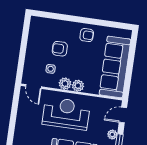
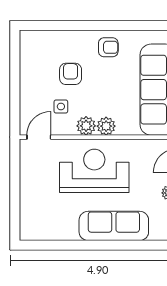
armchair: (60, 49) -> (71, 74), turned 90
door: (33, 86) -> (39, 137), swing flipped

